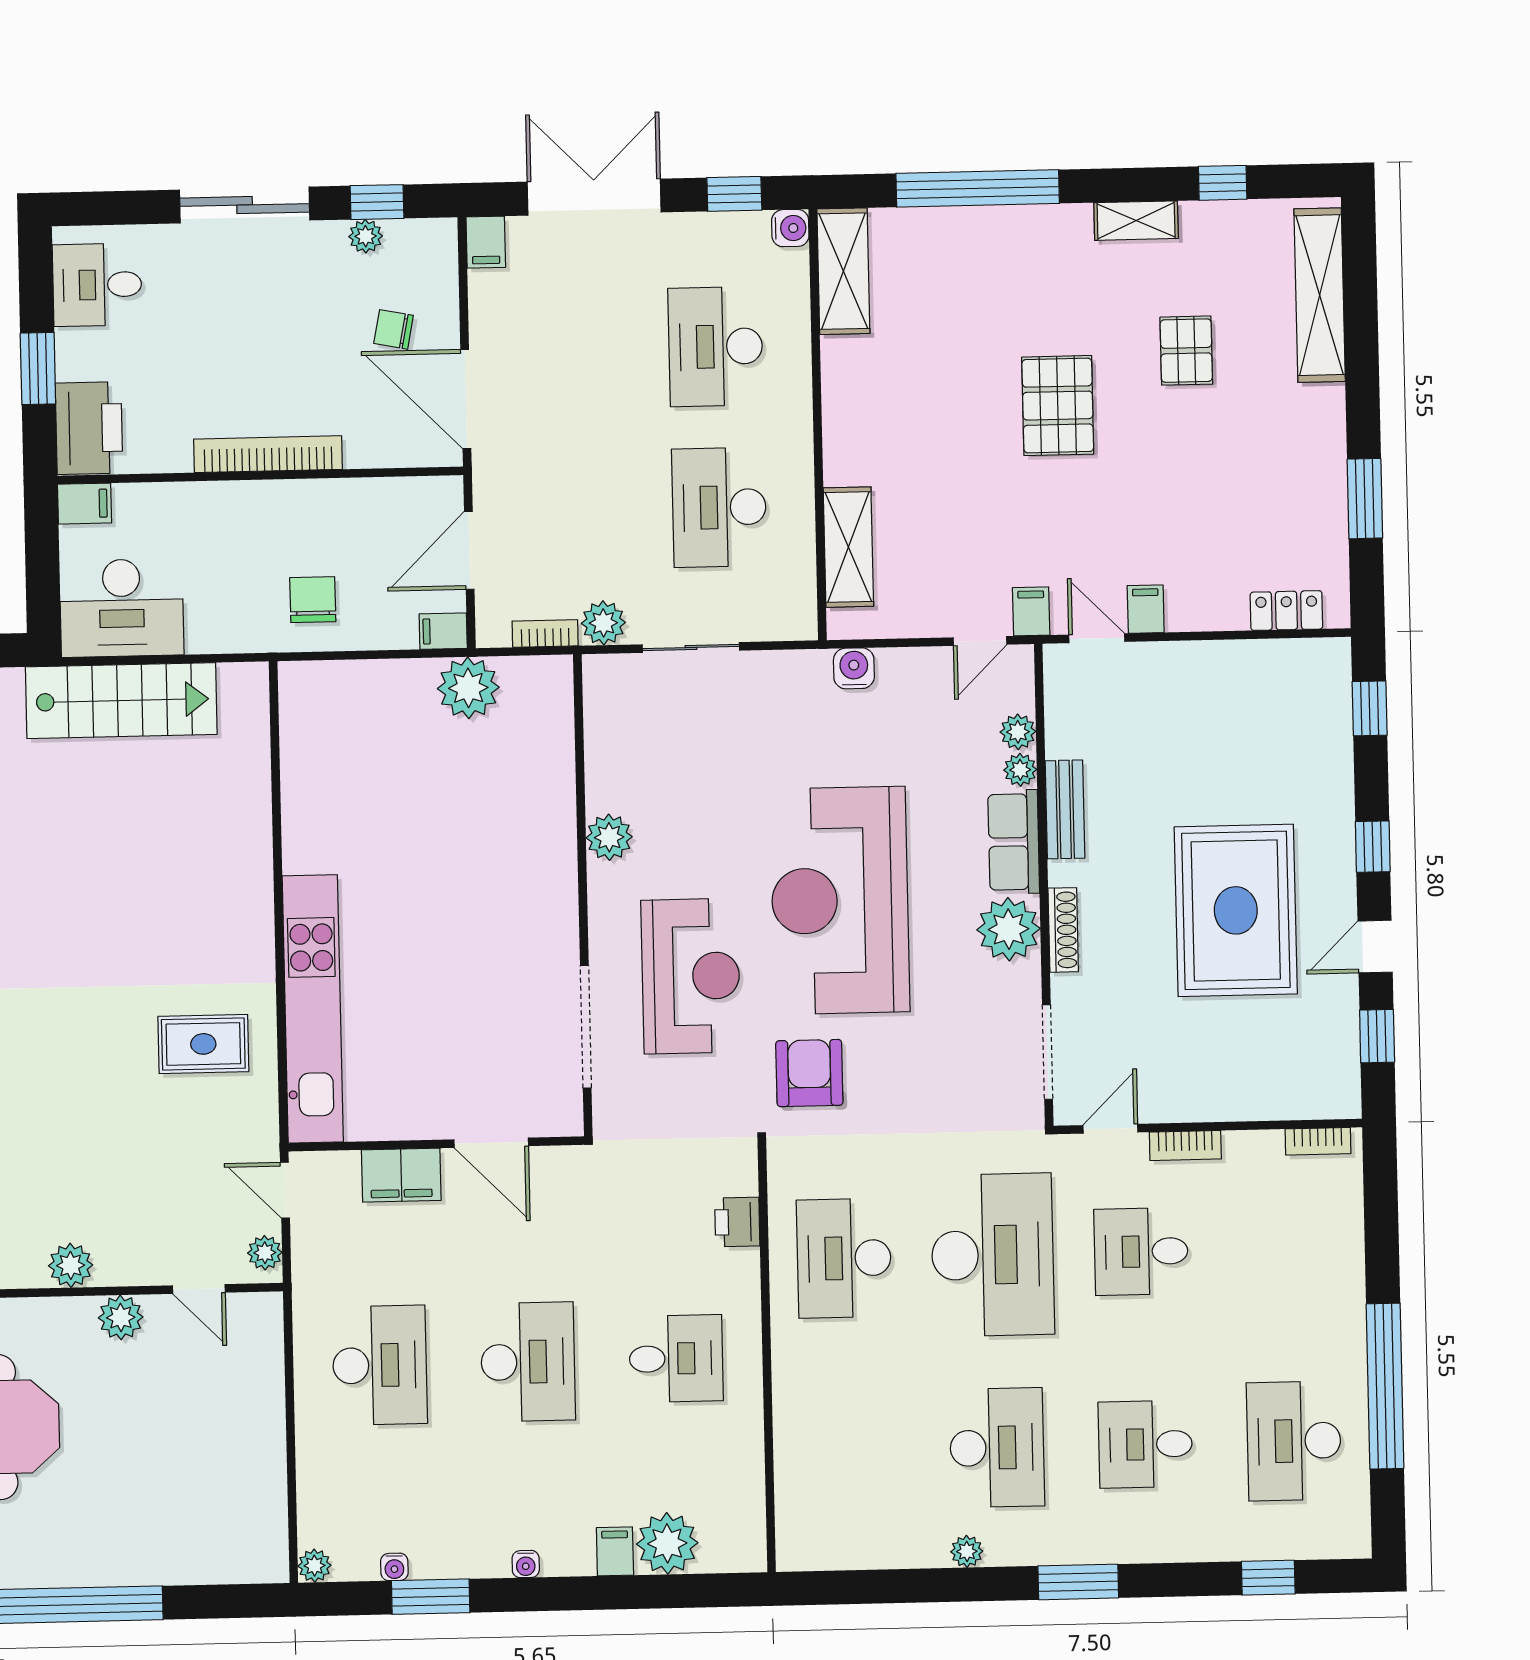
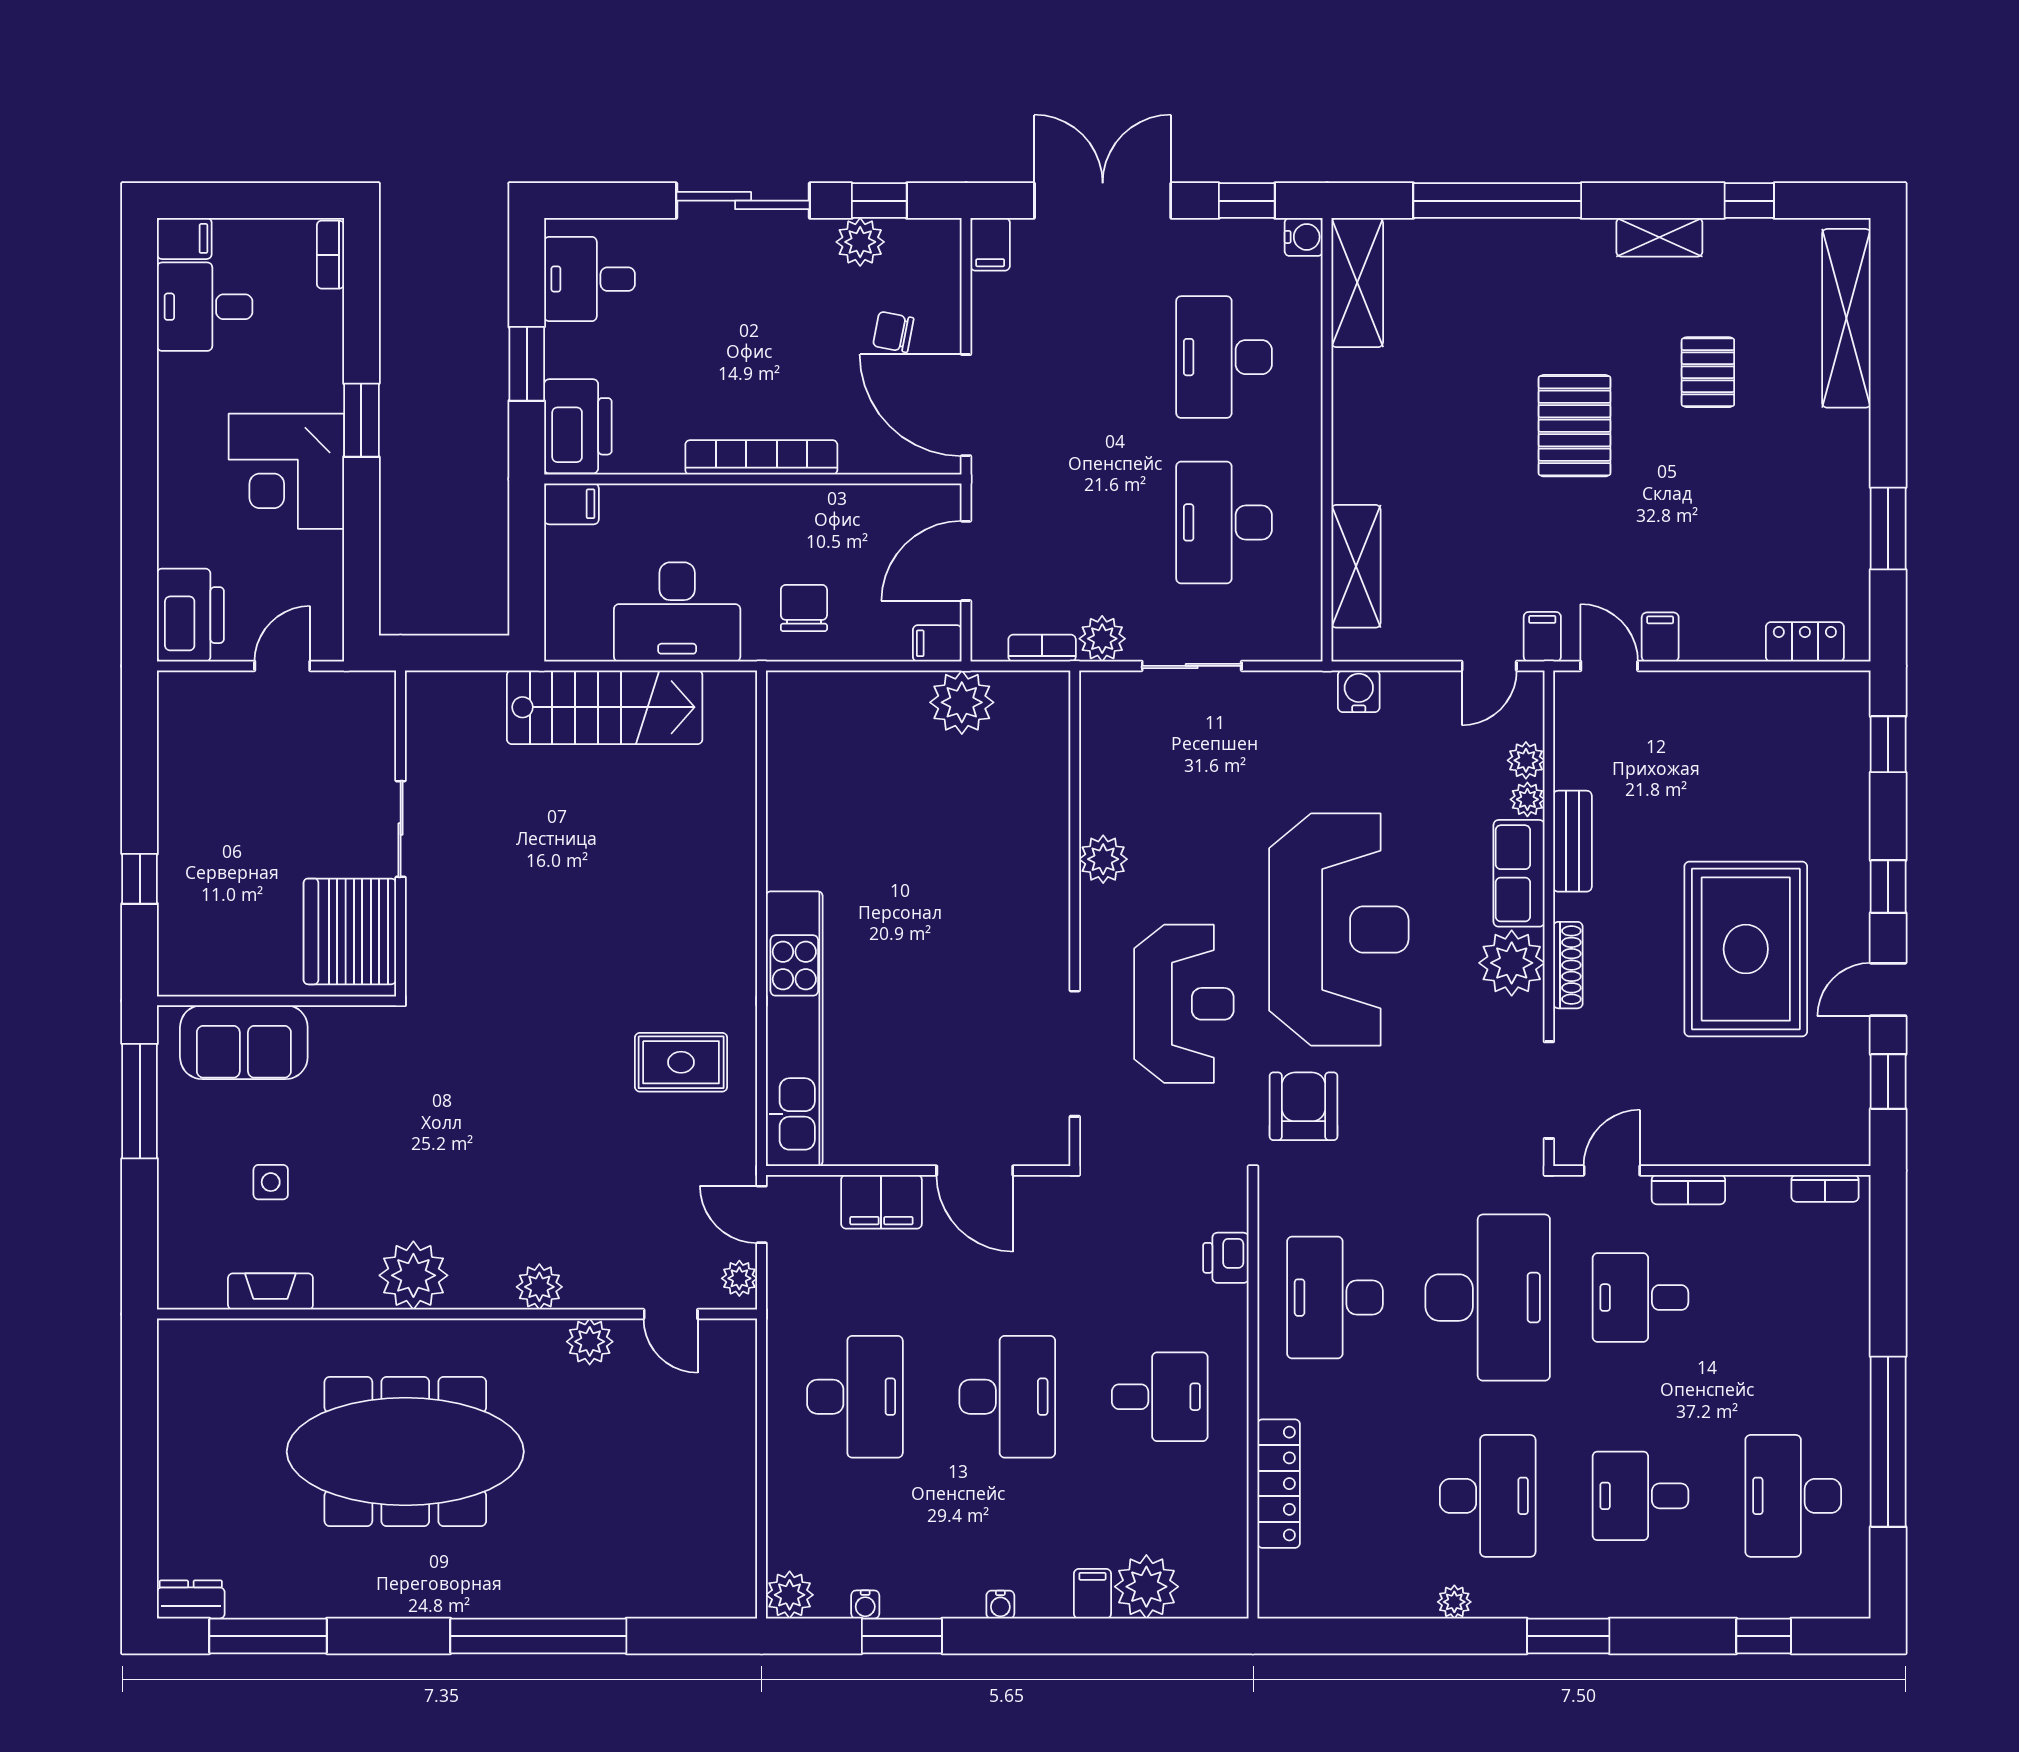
plant: (366, 236) -> (860, 242), width x1.38, depth x1.38
desk: (122, 608) -> (677, 612), moved
reception desk: (840, 900) -> (1339, 929), turned 180
locker: (794, 1440) -> (1279, 1484), added
plant: (314, 1566) -> (790, 1595), width x1.38, depth x1.38

